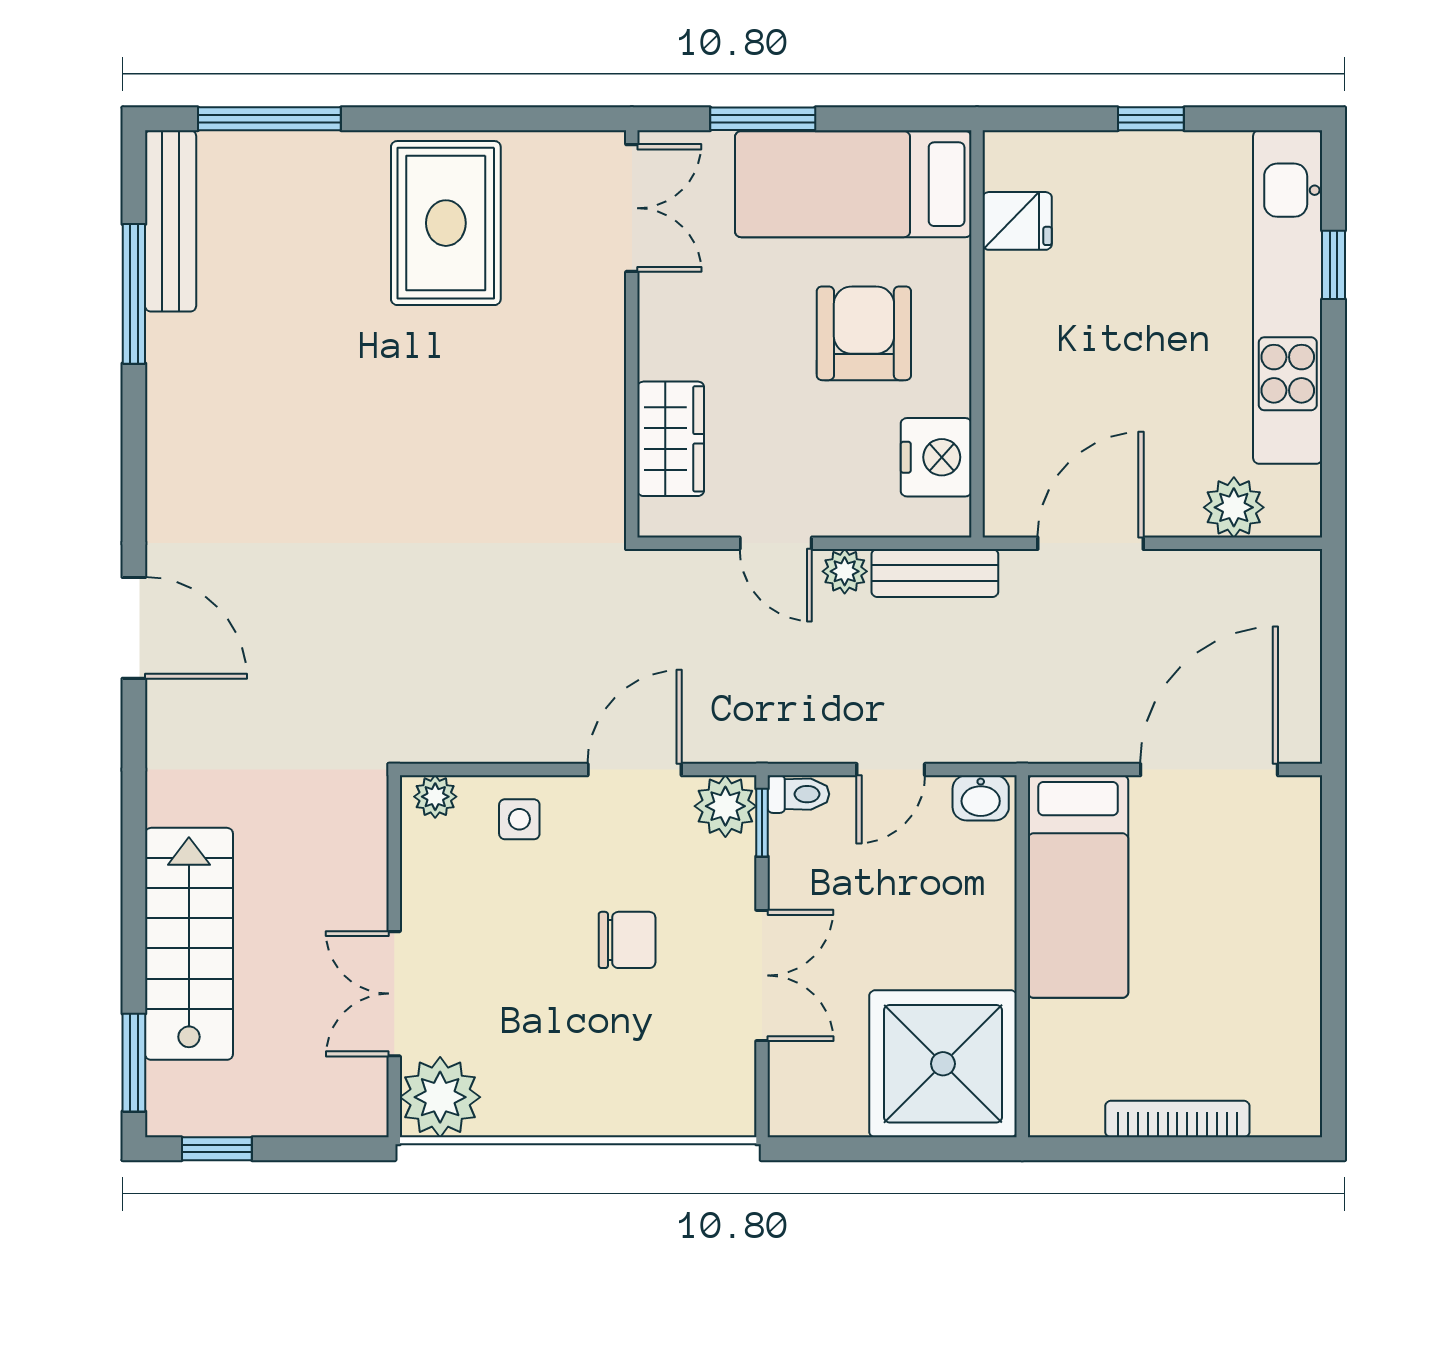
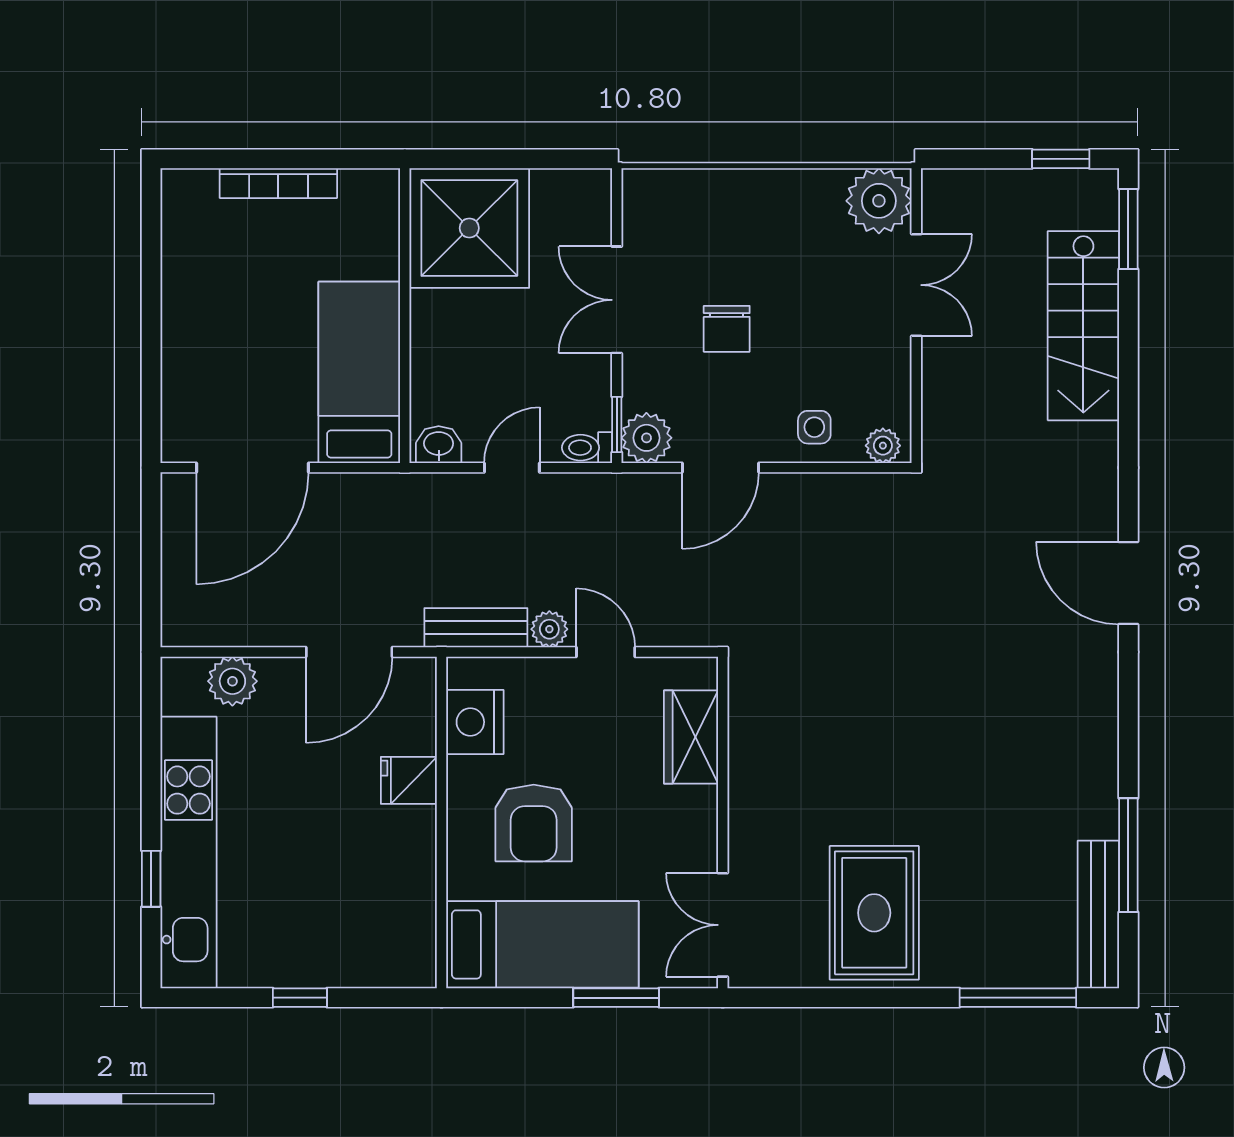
fridge: (1017, 221) -> (409, 780), moved
chair: (627, 940) -> (727, 329), turned -90

